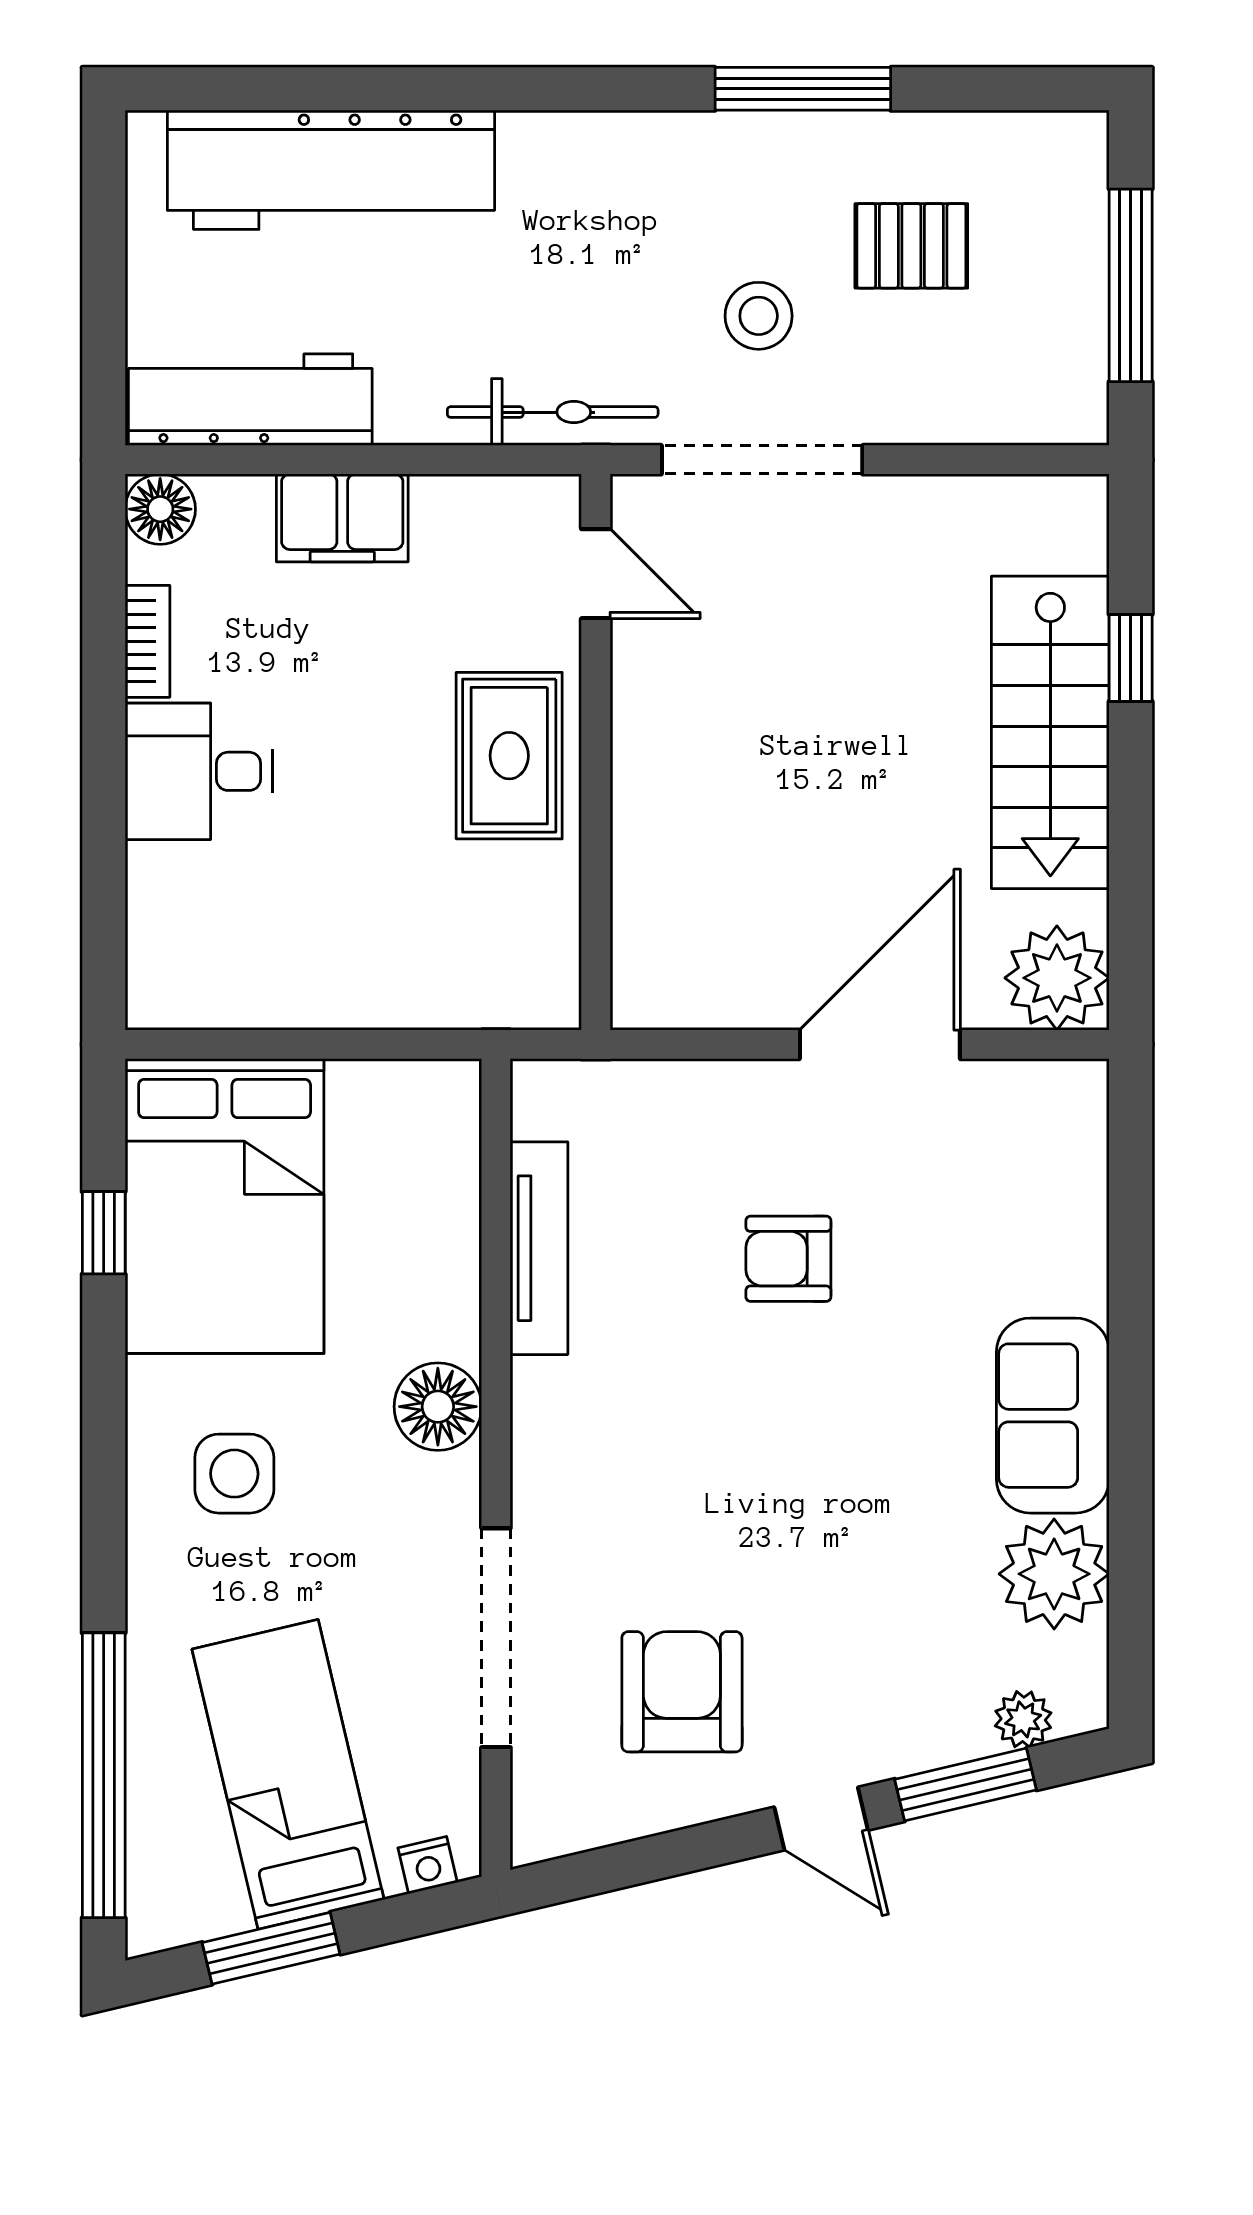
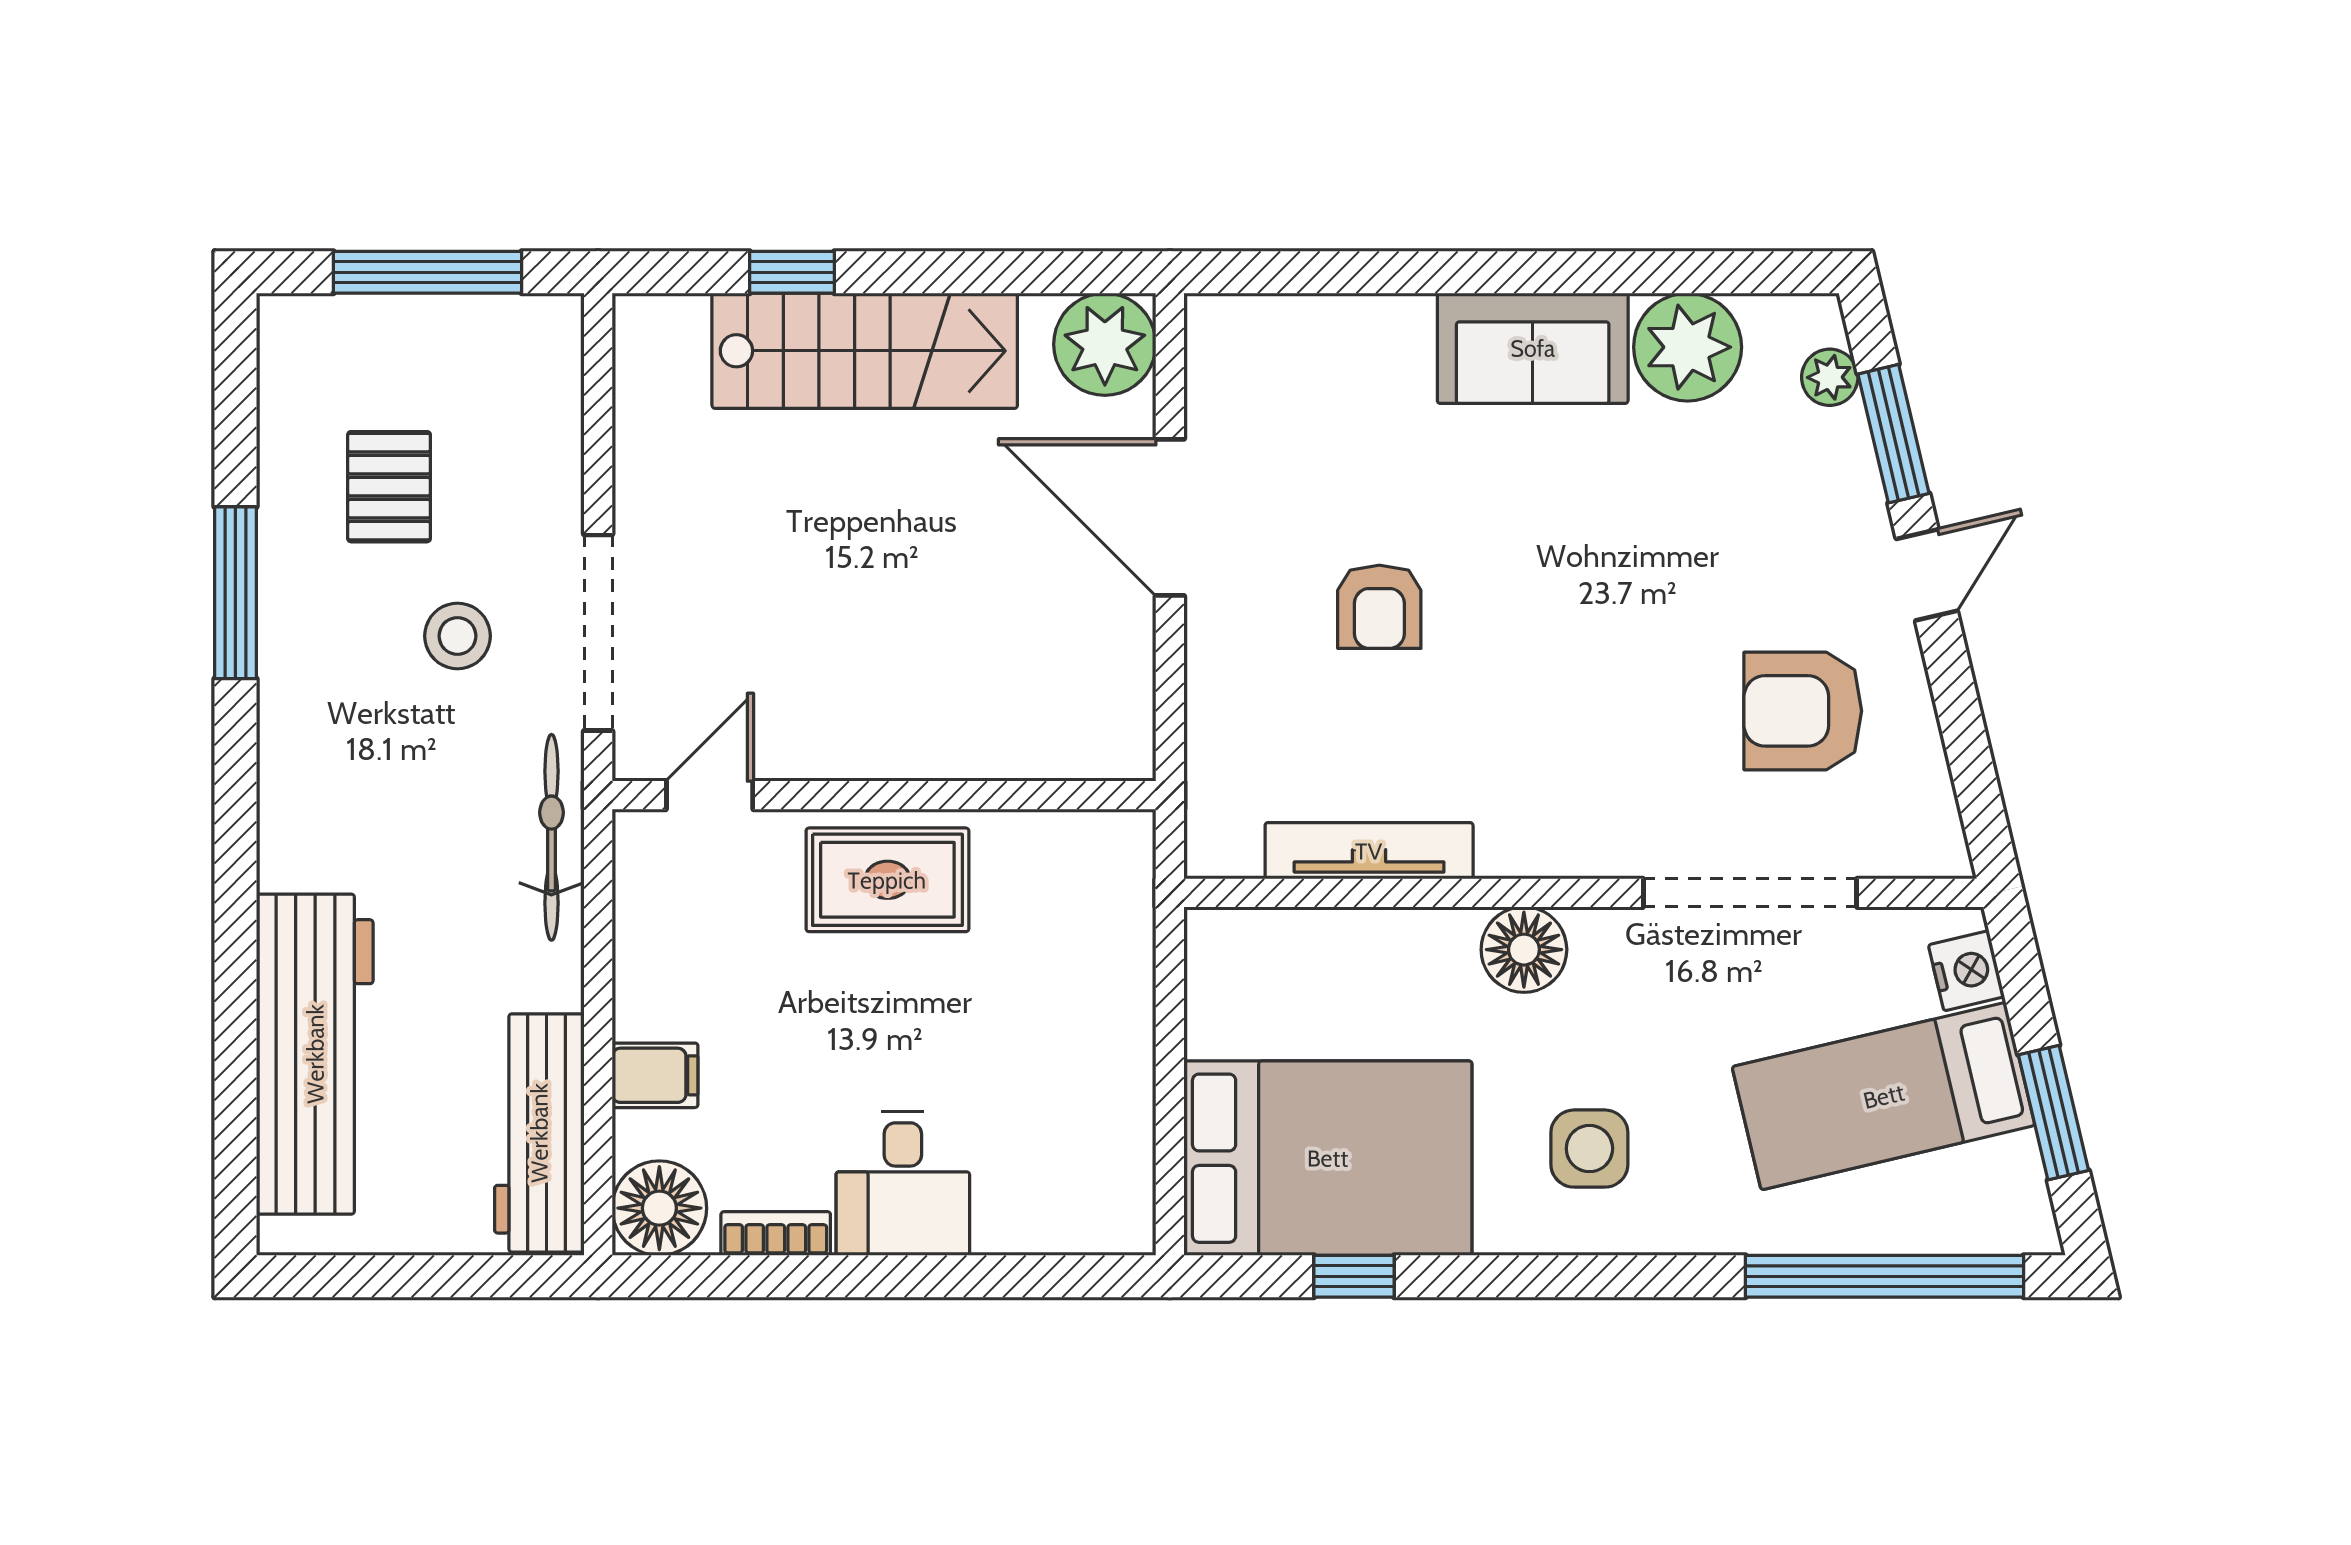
floor lamp: (160, 509) -> (659, 1208), width x1.38, depth x1.38
filing cabinet: (342, 518) -> (655, 1075), width x0.50
nightstand: (428, 1865) -> (1966, 971), width x1.39, depth x1.35

